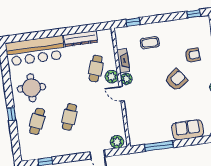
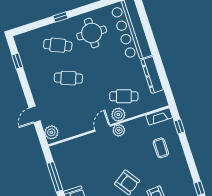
fireplace: (123, 61) -> (159, 116), moved

